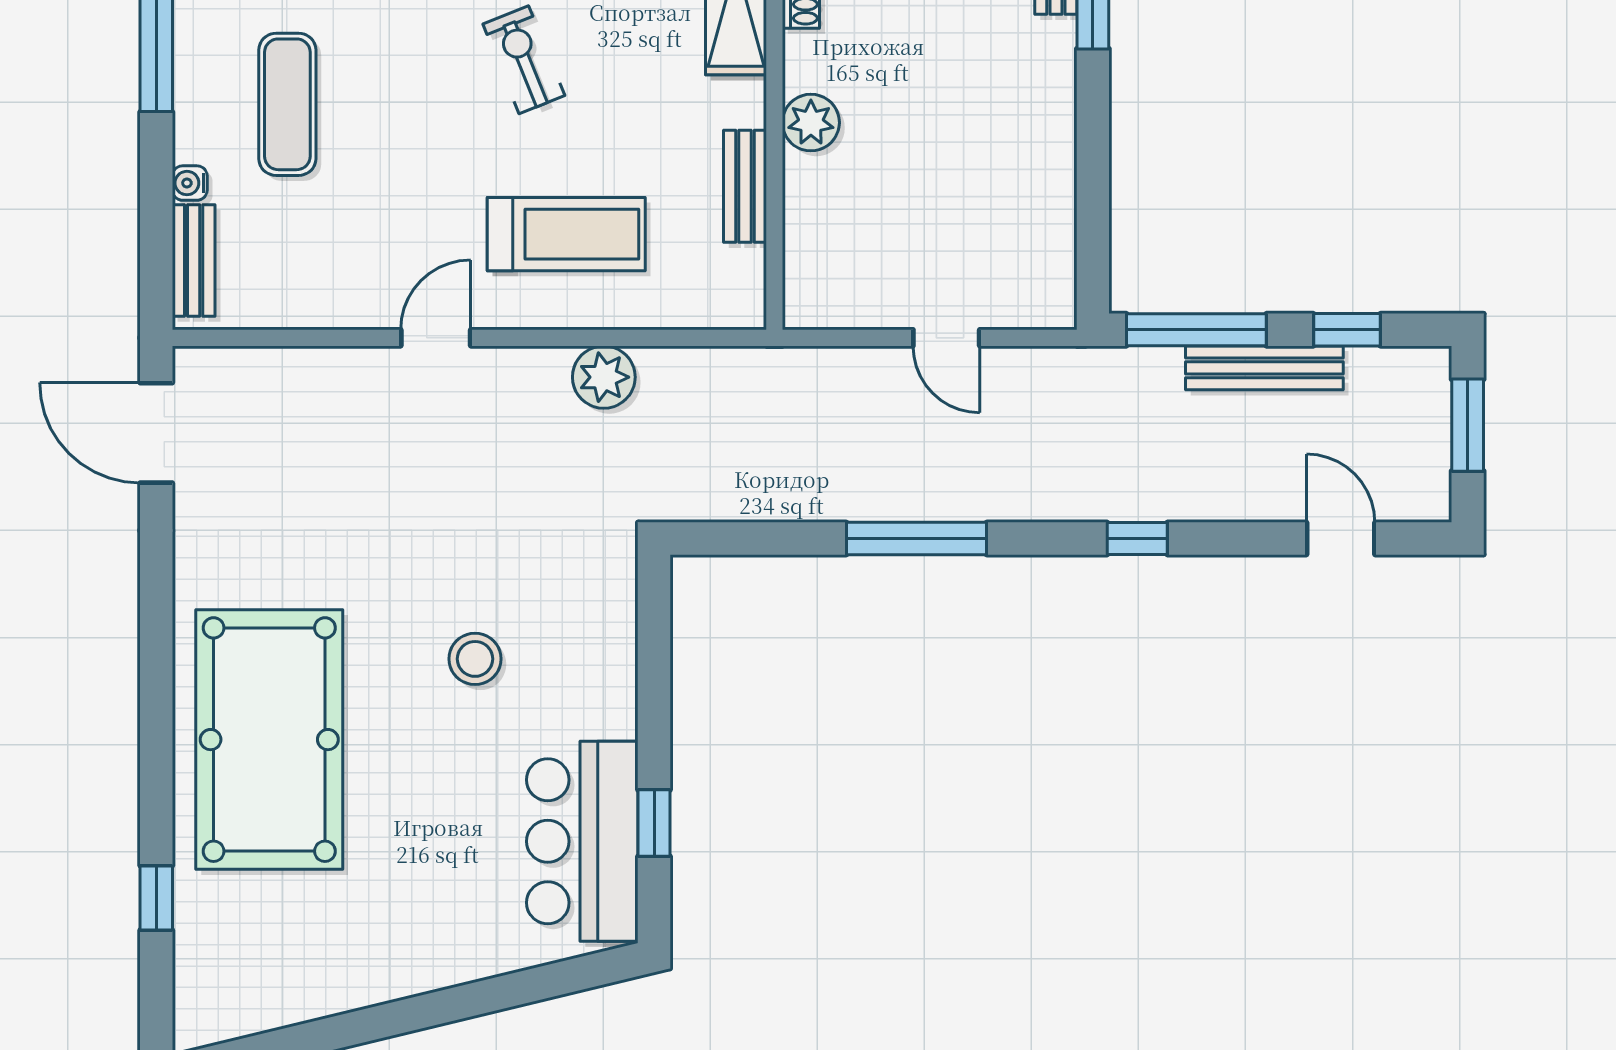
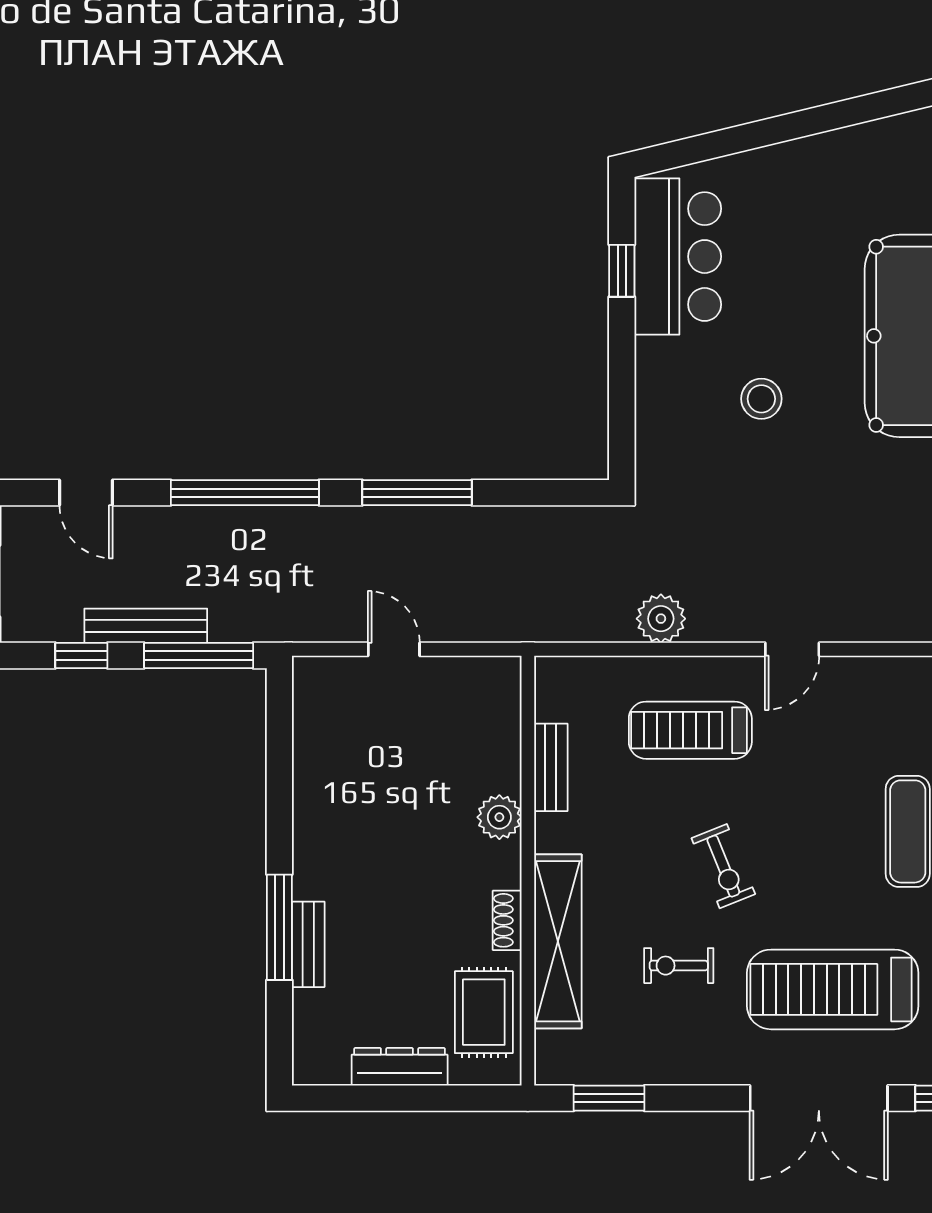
window: (1137, 539) -> (245, 493), width x3.17

